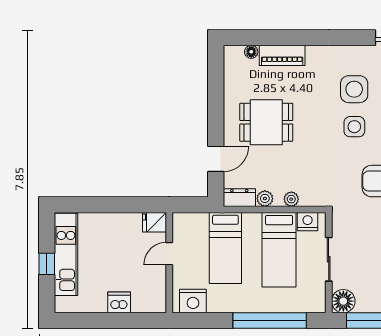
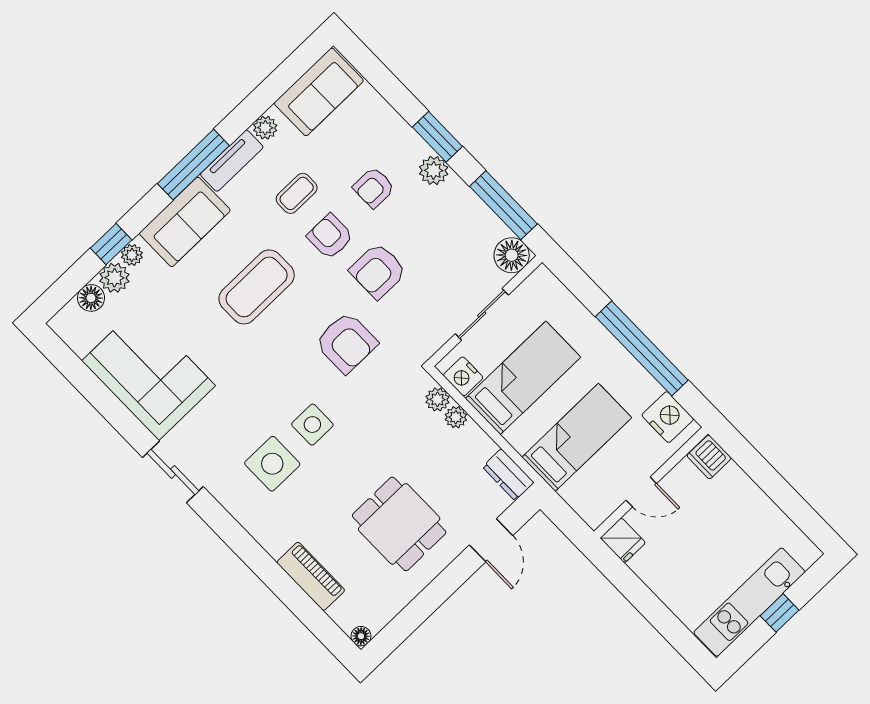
floor lamp: (251, 52) -> (361, 636), moved
door: (216, 159) -> (491, 540), swing flipped
plant: (265, 198) -> (437, 399), moved
dishwasher: (119, 302) -> (709, 457), moved
window: (270, 320) -> (642, 348), moved

